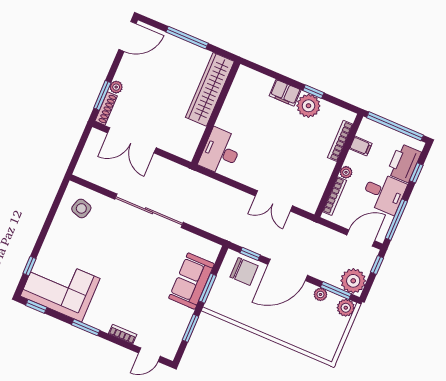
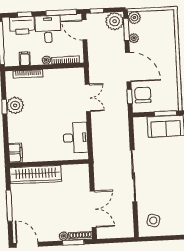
filing cabinet: (285, 93) -> (15, 153), moved
desk: (221, 152) -> (75, 138), moved, turned -90

